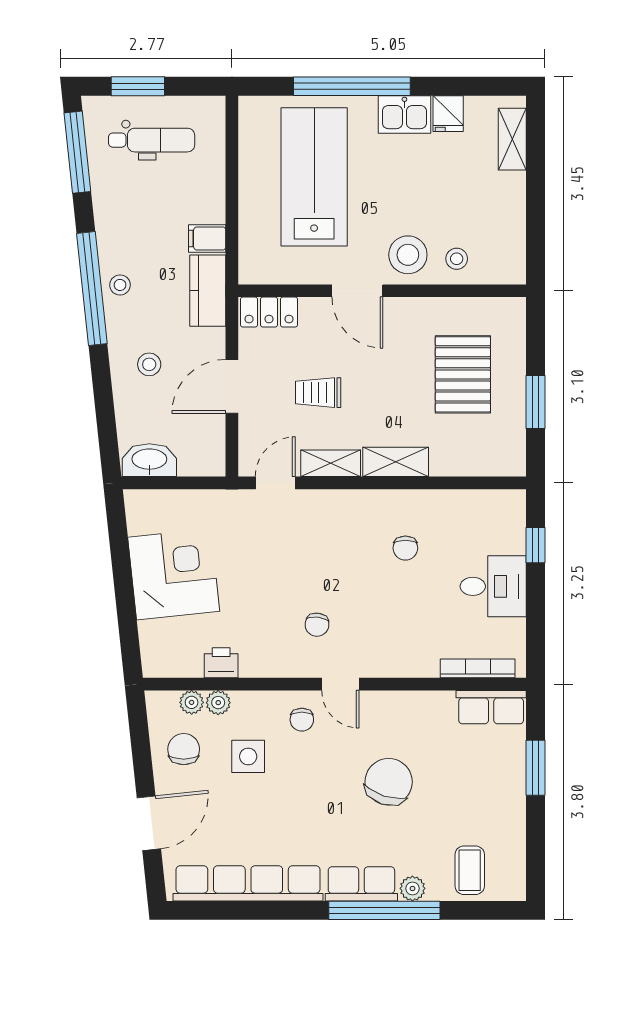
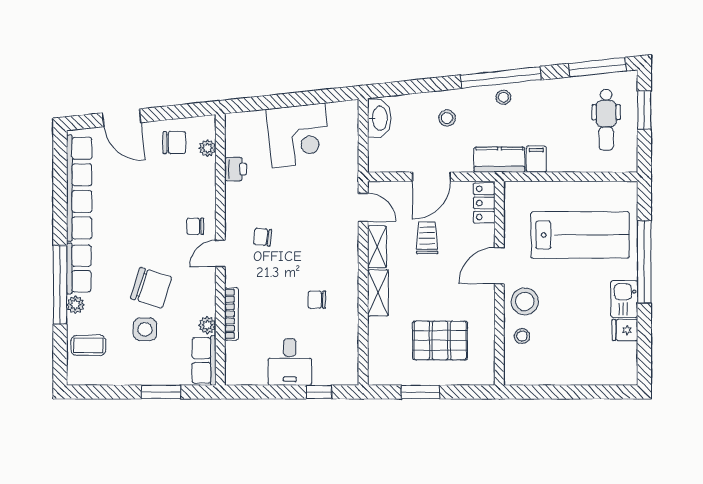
shelving: (512, 139) -> (607, 375), removed
door: (232, 386) -> (431, 177), swing flipped
bookcase: (478, 668) -> (231, 314), moved
plant: (218, 703) -> (207, 325), moved
side table: (248, 756) -> (145, 329), moved

